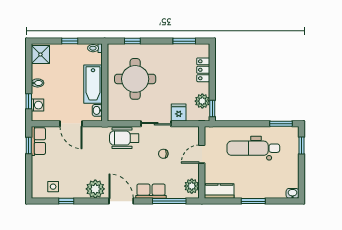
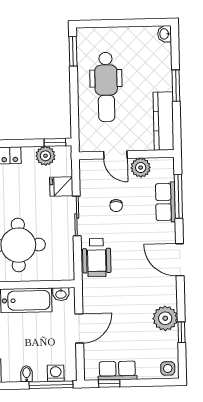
window: (29, 101) -> (51, 385), width x2.17
row of seats: (38, 141) -> (117, 371), moved
window: (301, 146) -> (101, 24), removed
plant: (192, 186) -> (141, 168), moved
side table: (53, 187) -> (168, 368), moved
plant: (95, 189) -> (165, 318), moved
row of seats: (151, 191) -> (165, 202), moved
kitchen counter: (219, 191) -> (163, 121), width x1.50
door: (121, 201) -> (180, 260), hinge flipped

